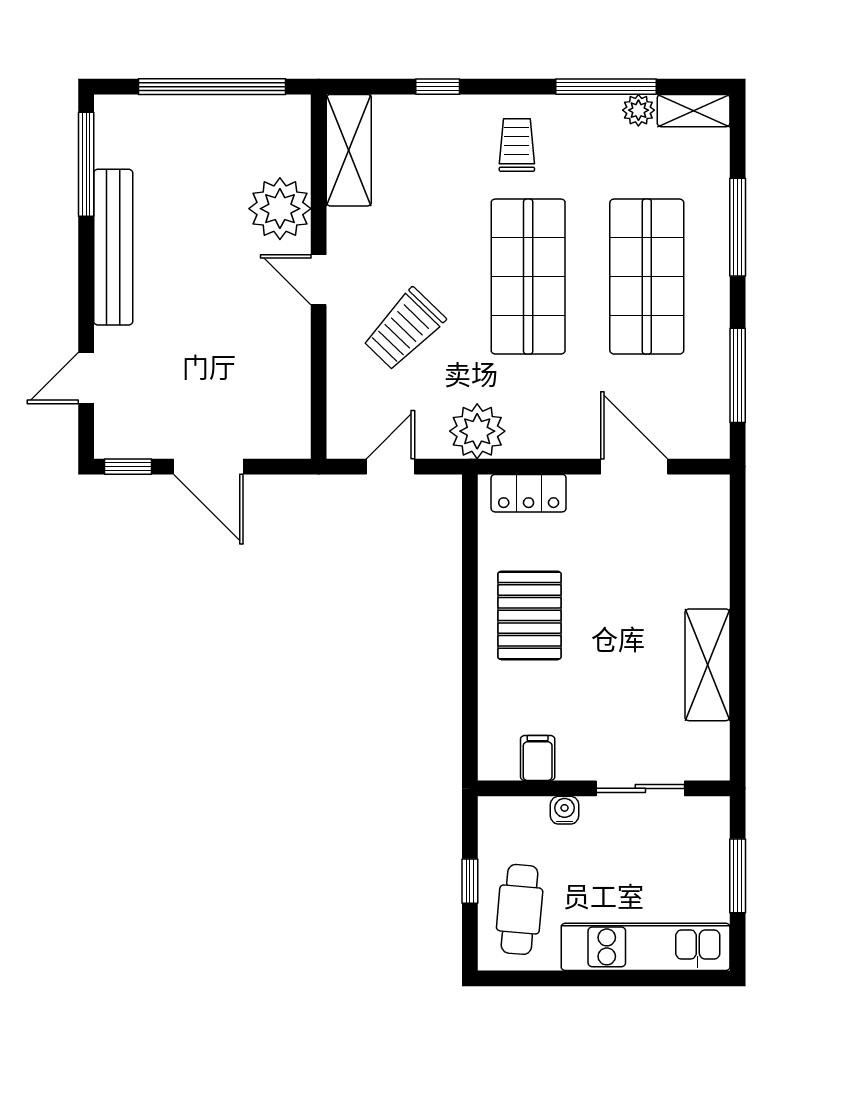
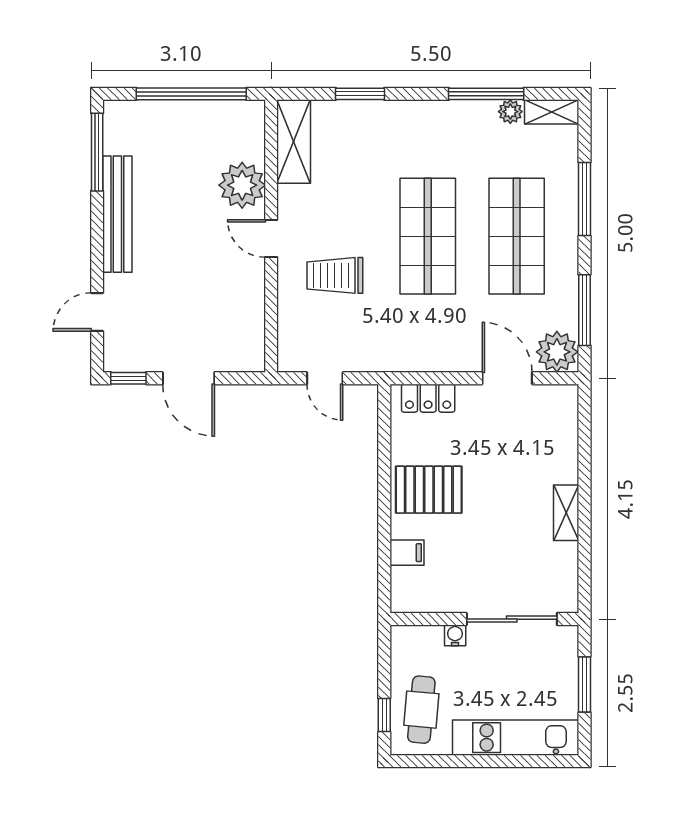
window: (438, 87) -> (360, 94), width x1.50
trolley: (517, 145) -> (419, 138), removed
trolley: (404, 329) -> (335, 275), turned 46
plant: (477, 431) -> (557, 352), moved
door: (391, 467) -> (325, 378), swing flipped
pallet: (529, 615) -> (429, 490), turned 90
shelving: (707, 665) -> (566, 513), width x0.67, depth x0.75
filing cabinet: (538, 758) -> (407, 553), moved, turned 90
sliding door: (640, 788) -> (512, 619), width x1.37
window: (470, 881) -> (384, 715), moved

